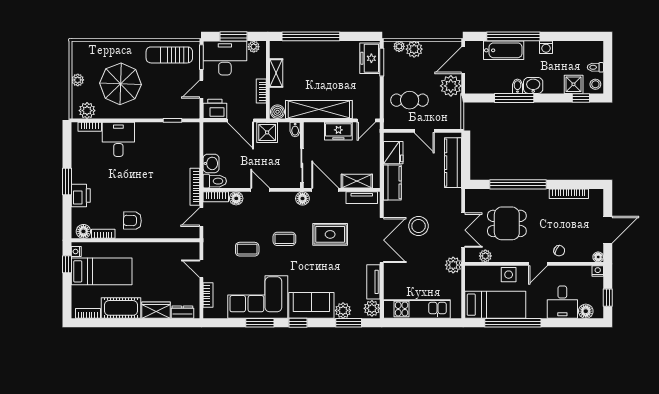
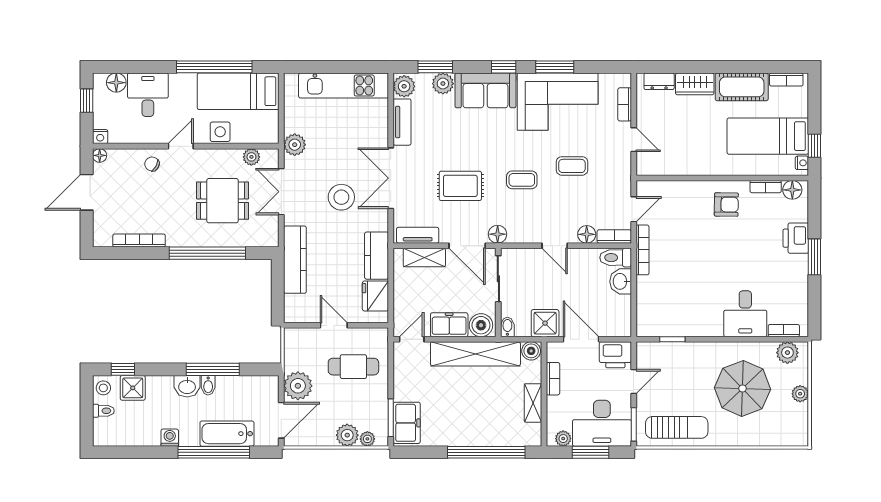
boiler: (315, 131) -> (481, 325), added
kitchen counter: (453, 163) -> (295, 260), moved

